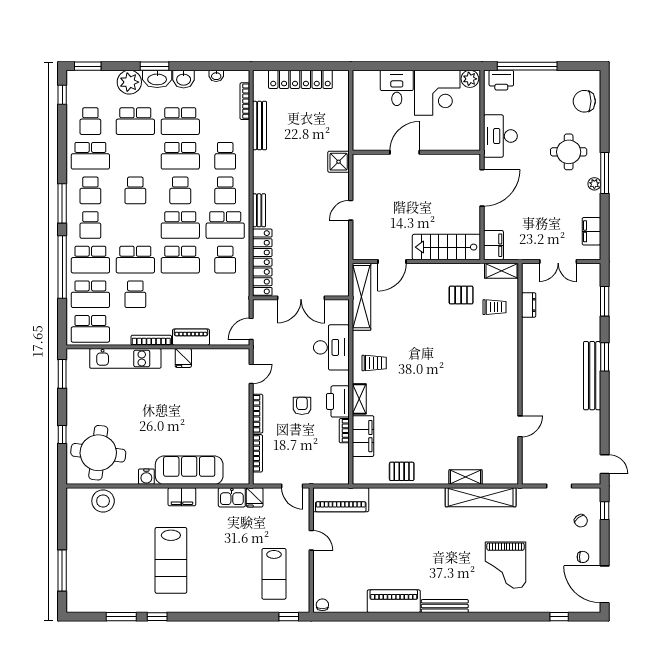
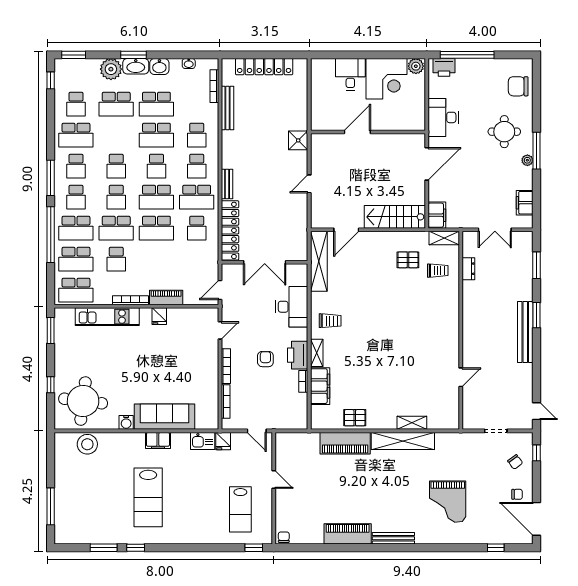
school desk: (135, 225) -> (116, 197), added
shelving: (481, 497) -> (403, 441), moved
piano: (341, 500) -> (345, 443), moved

